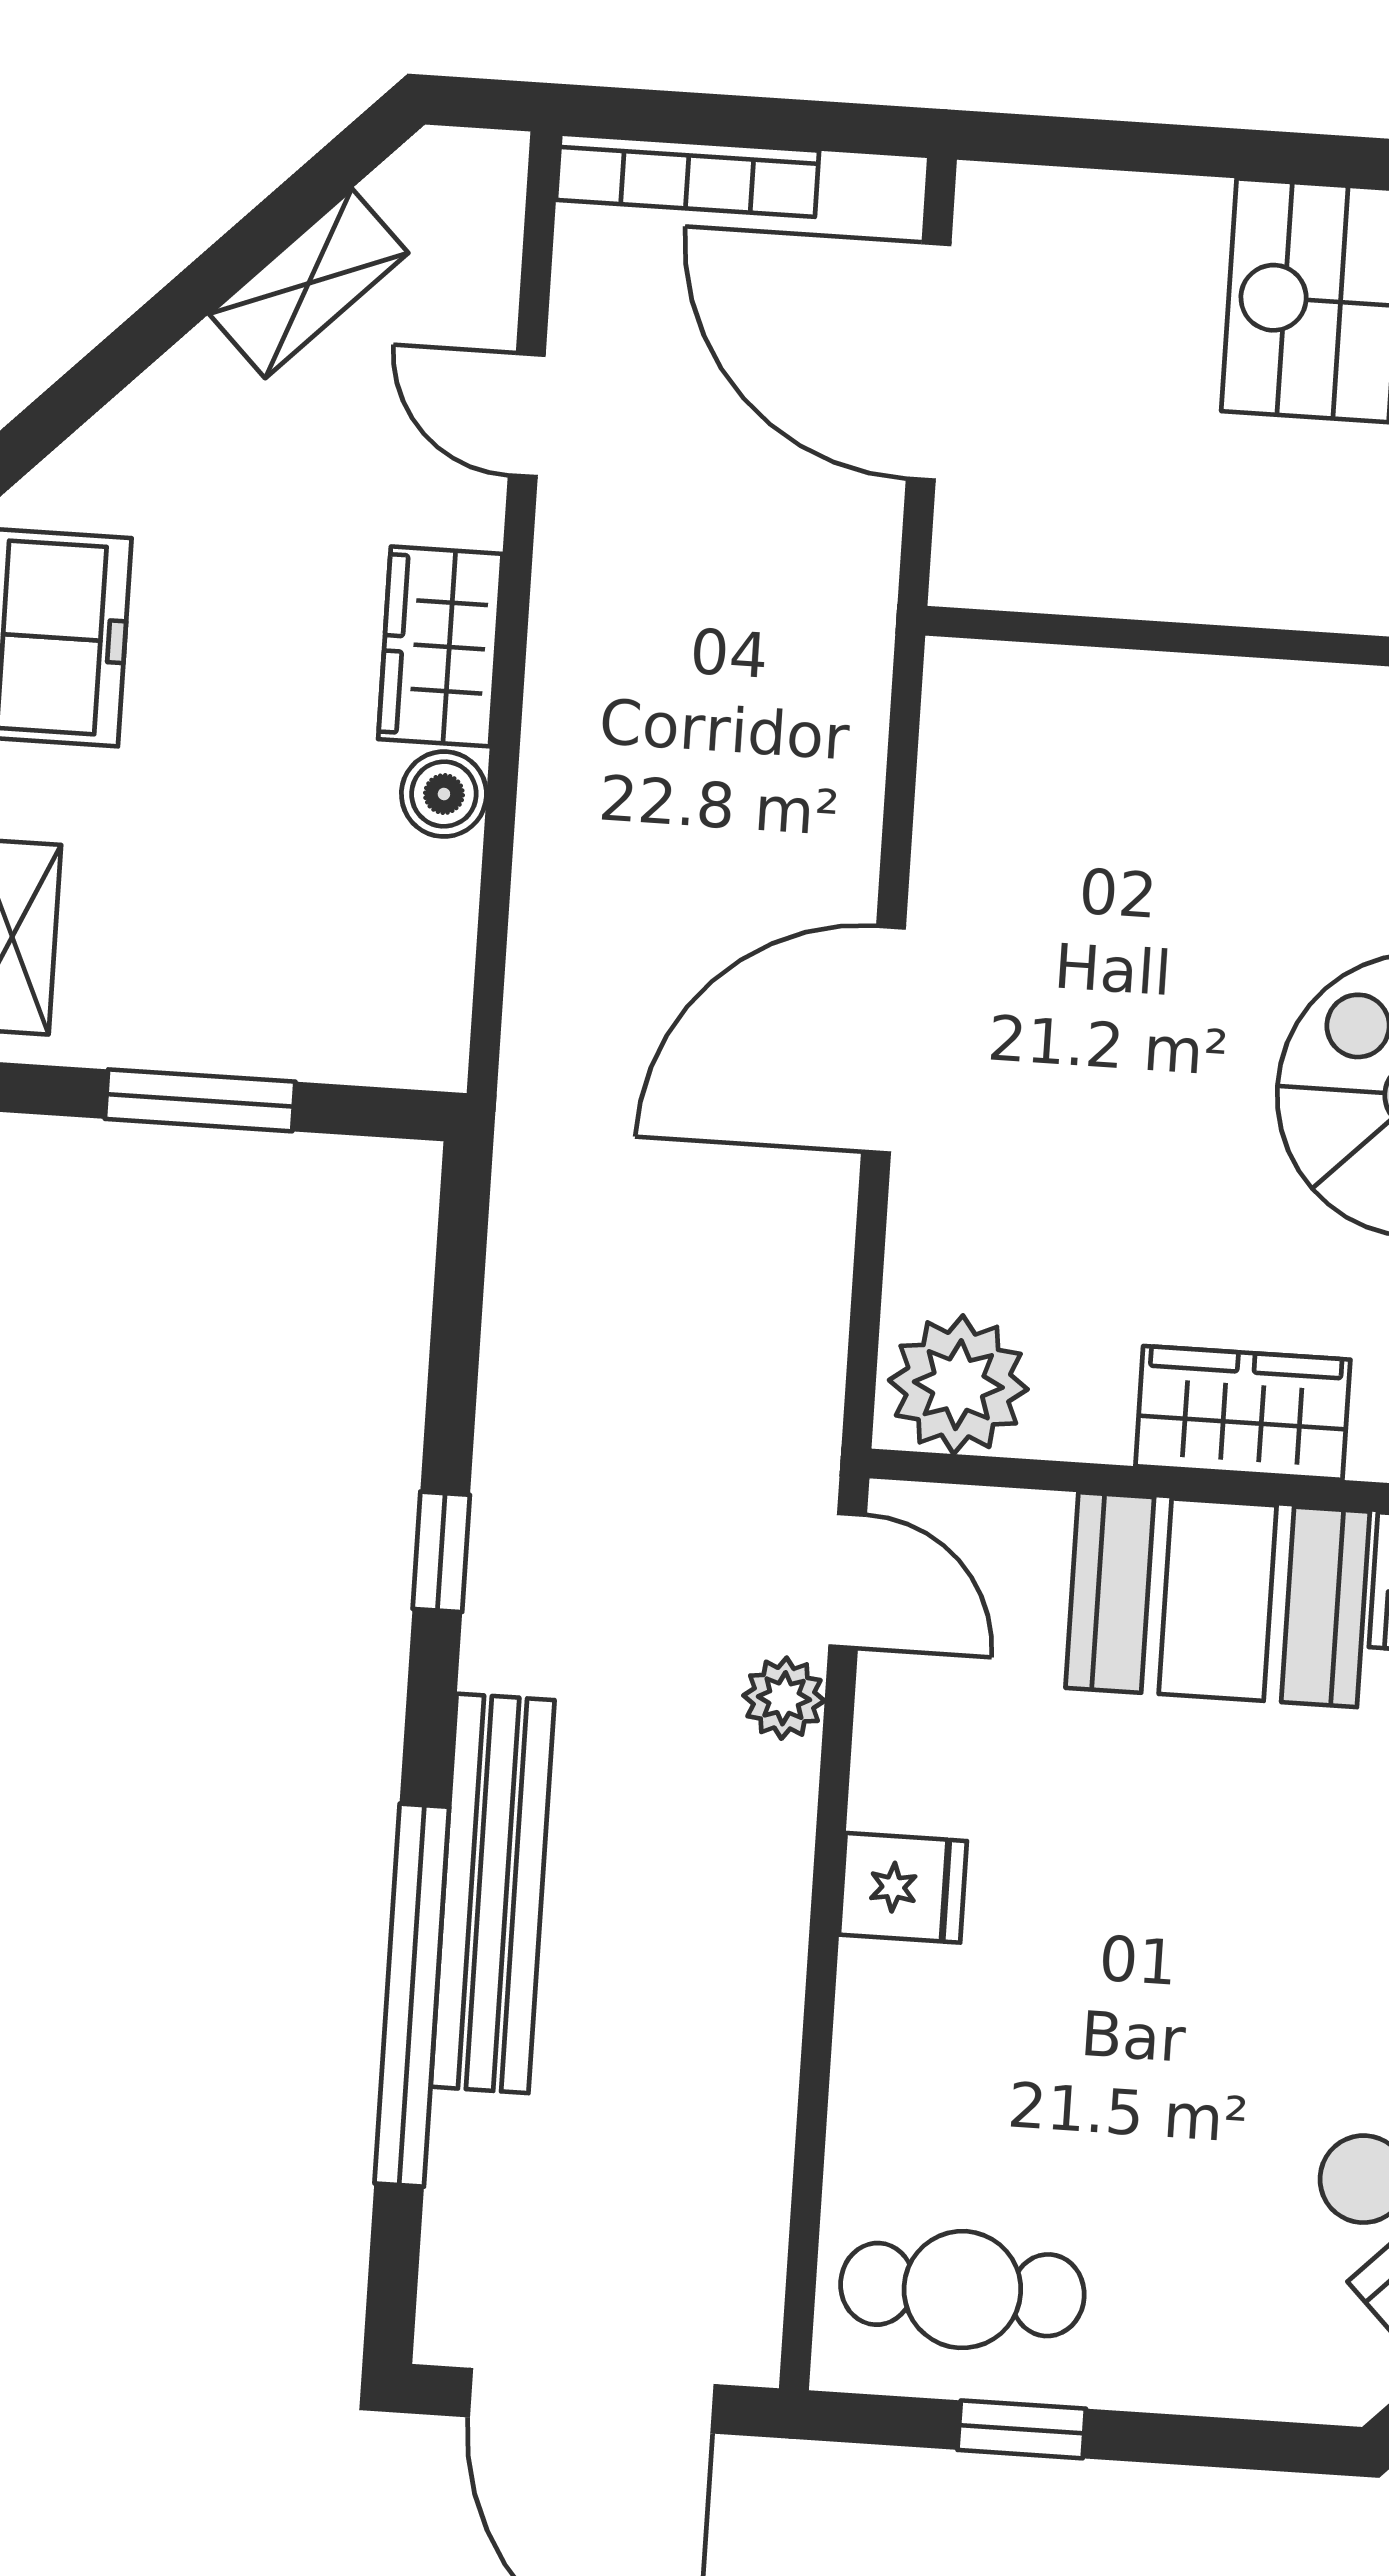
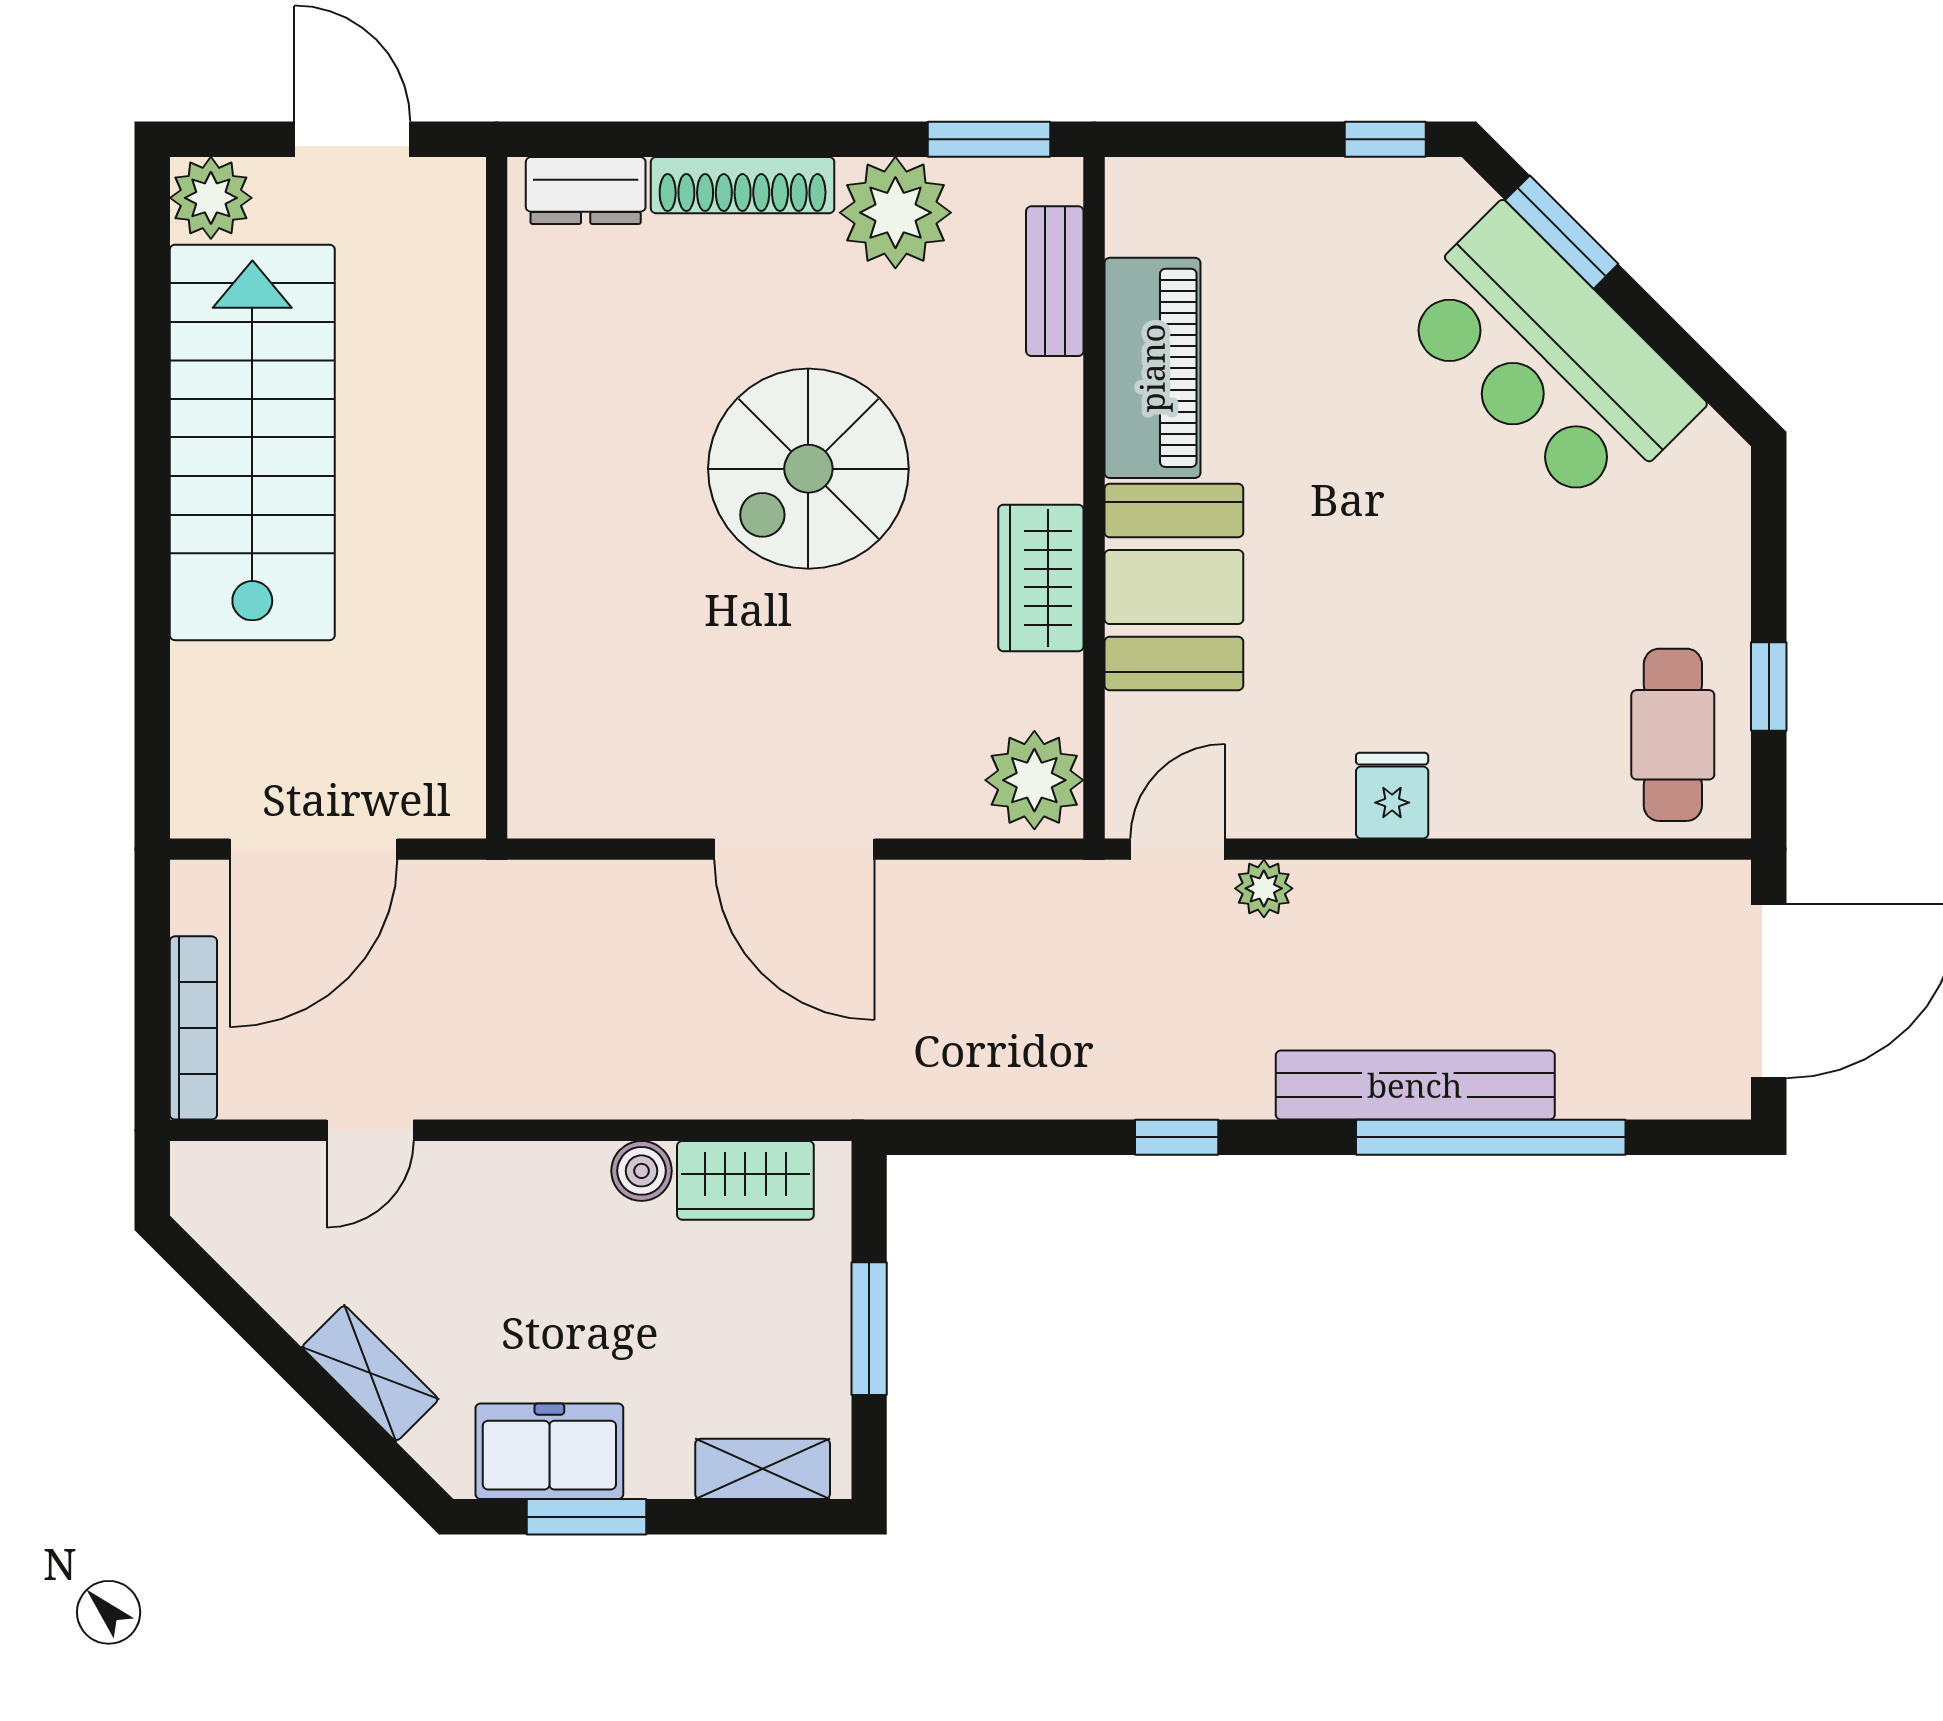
shelving: (309, 283) -> (370, 1373), moved
wardrobe: (440, 646) -> (745, 1180), moved

